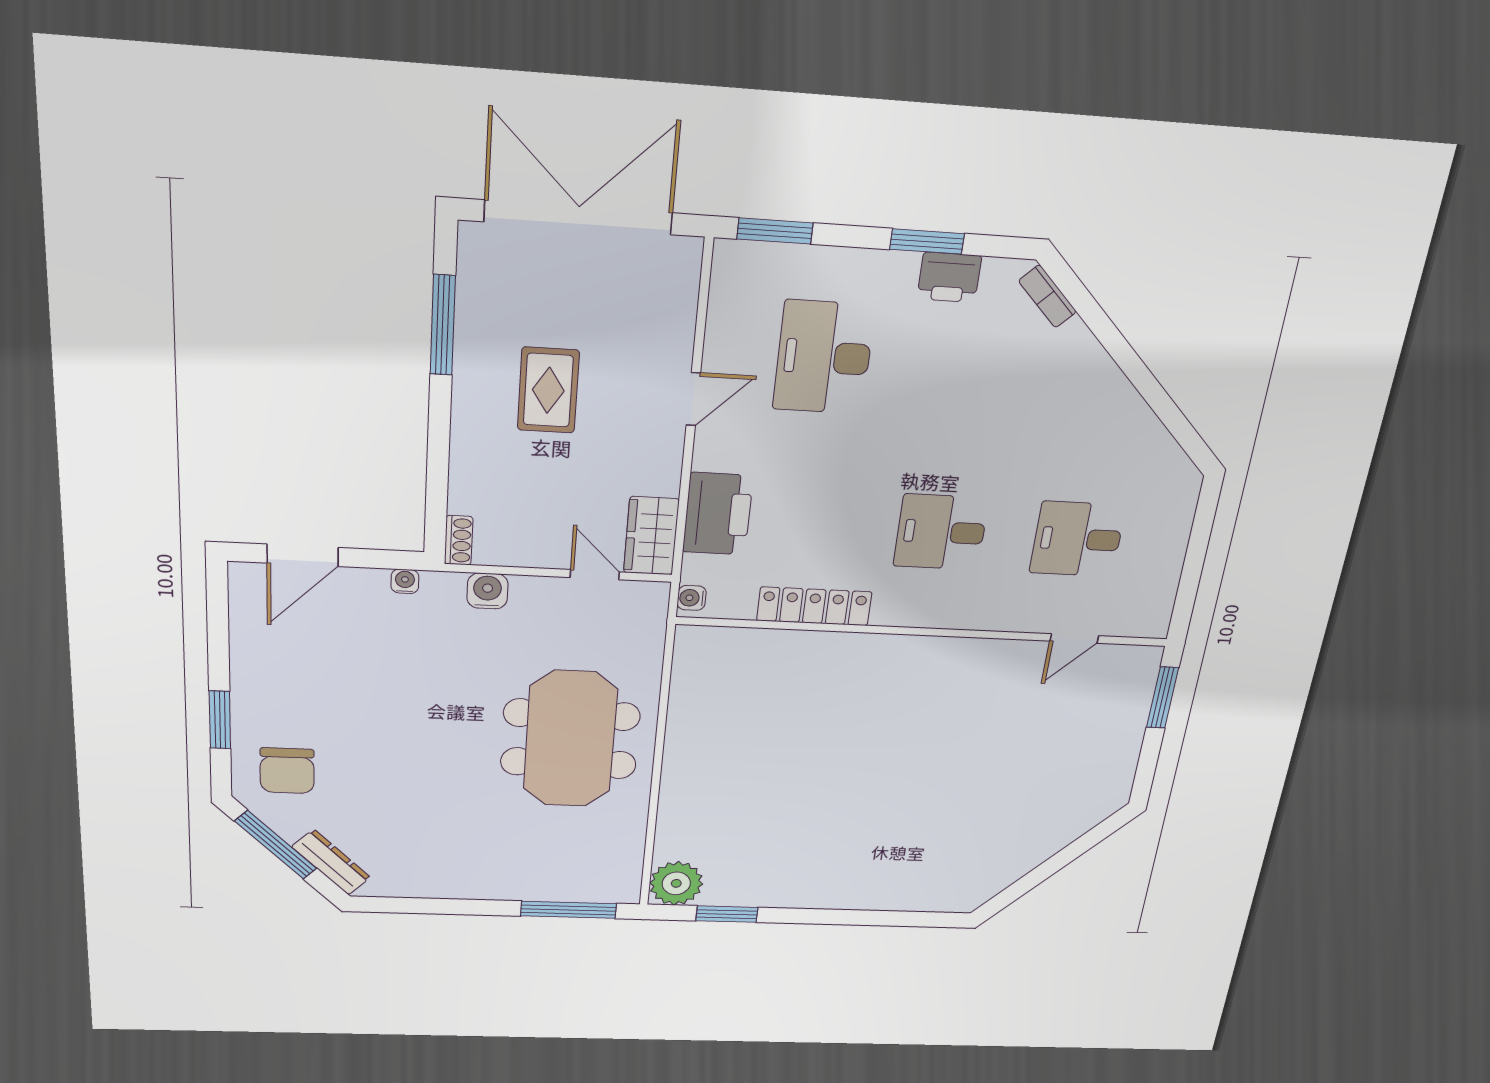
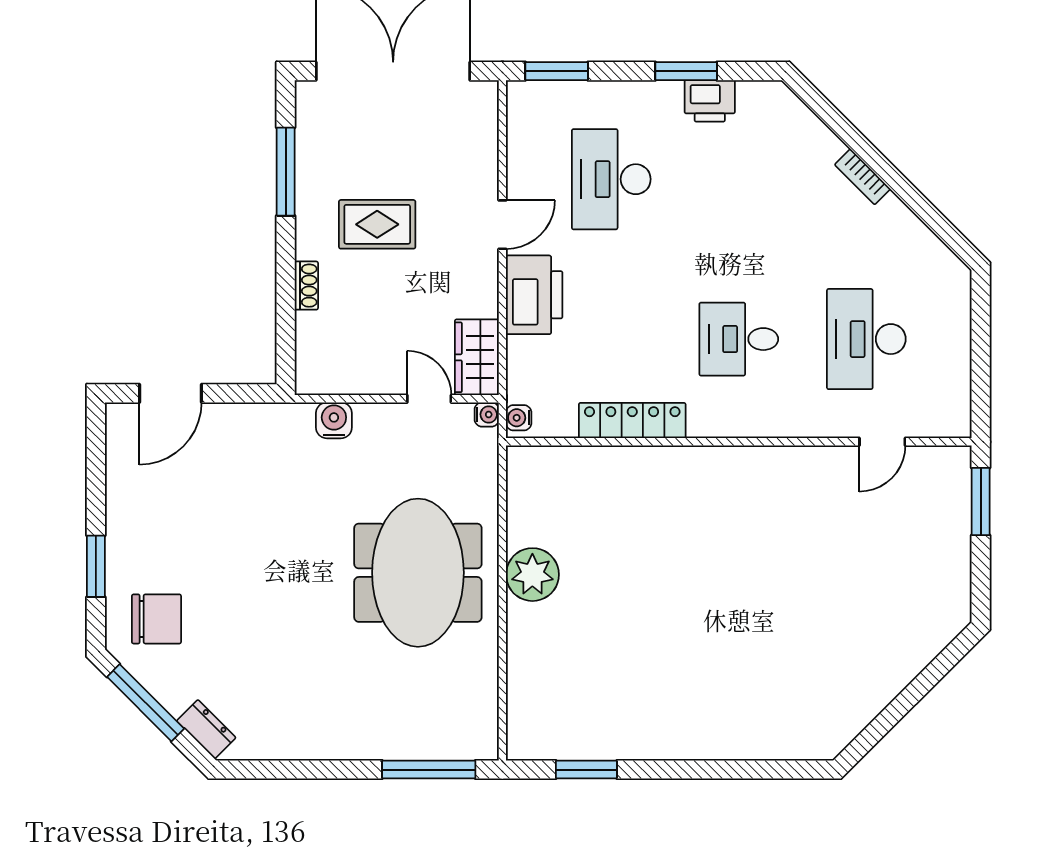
bookcase: (1048, 296) -> (863, 177), moved
rug: (548, 390) -> (377, 224), turned 90
printer: (718, 514) -> (534, 295), moved
desk: (1078, 539) -> (866, 339), width x1.37
shoe rack: (459, 540) -> (306, 286), moved
water cooler: (405, 581) -> (487, 414), moved, turned 90
chair: (287, 771) -> (156, 619), turned -90
dresser: (331, 862) -> (206, 729), width x0.70
plant: (676, 883) -> (532, 575), moved

